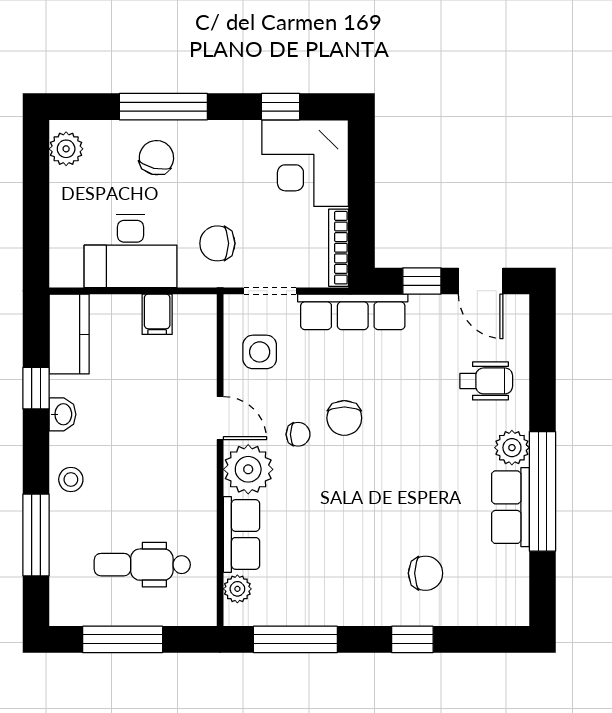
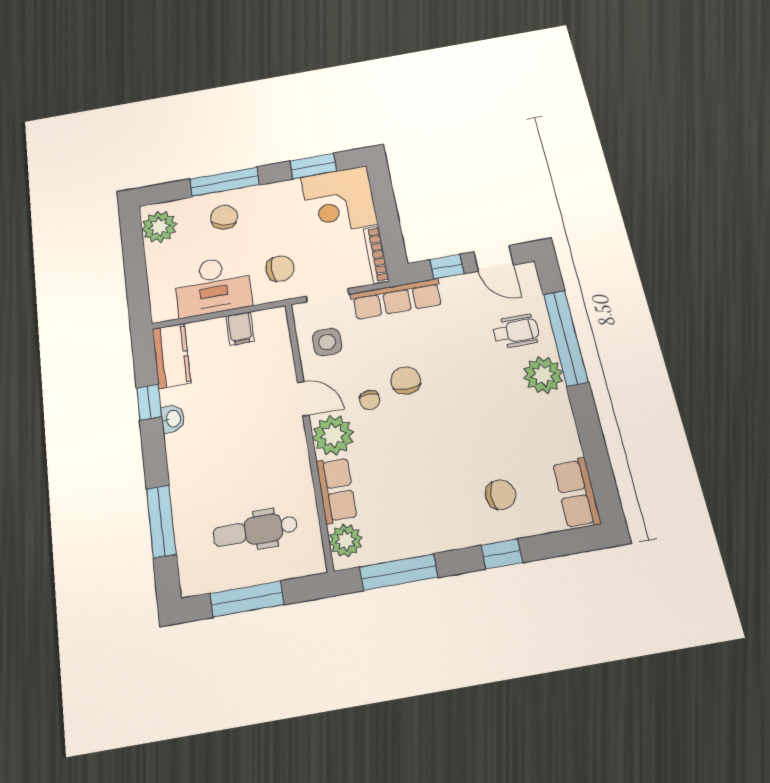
window: (280, 107) -> (313, 166), width x1.50
plant: (66, 149) -> (159, 227), width x1.36, depth x1.36
chair: (217, 243) -> (280, 269), turned 180
chair: (344, 418) -> (406, 380), turned 180
chair: (298, 434) -> (370, 400), turned 90
plant: (512, 448) -> (543, 375), width x1.36, depth x1.36
stool: (71, 479) -> (186, 470), removed
window: (542, 491) -> (566, 338), moved
row of seats: (510, 507) -> (577, 493), moved
plant: (237, 589) -> (346, 541), width x1.38, depth x1.38

